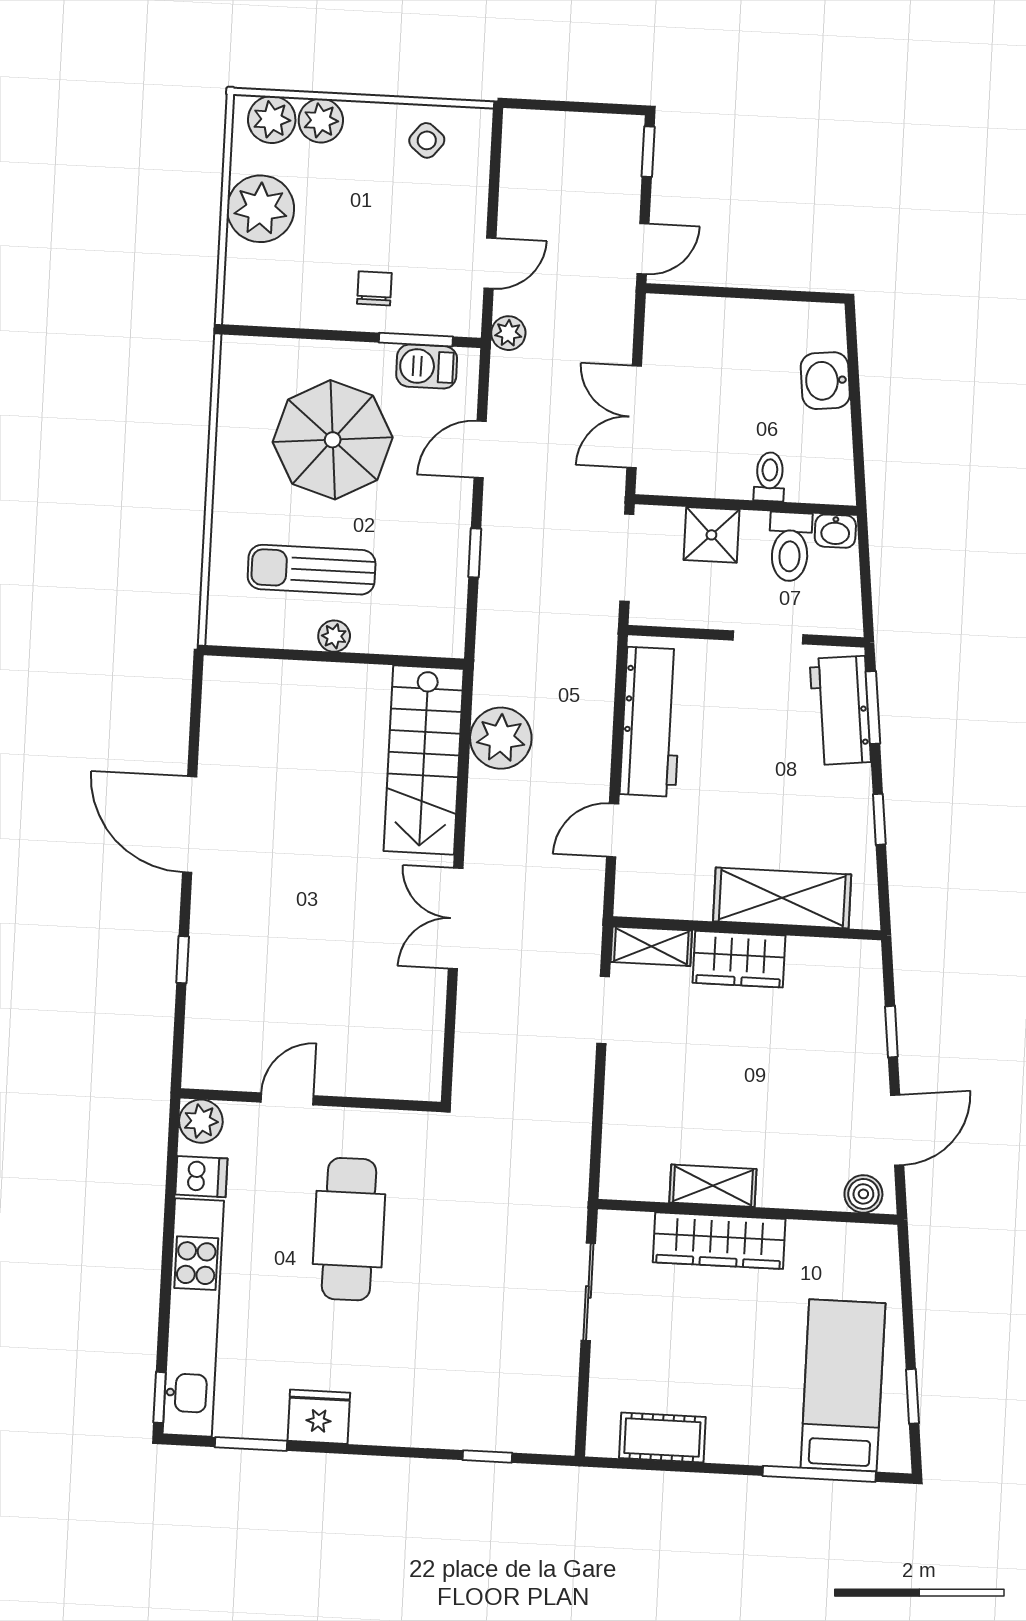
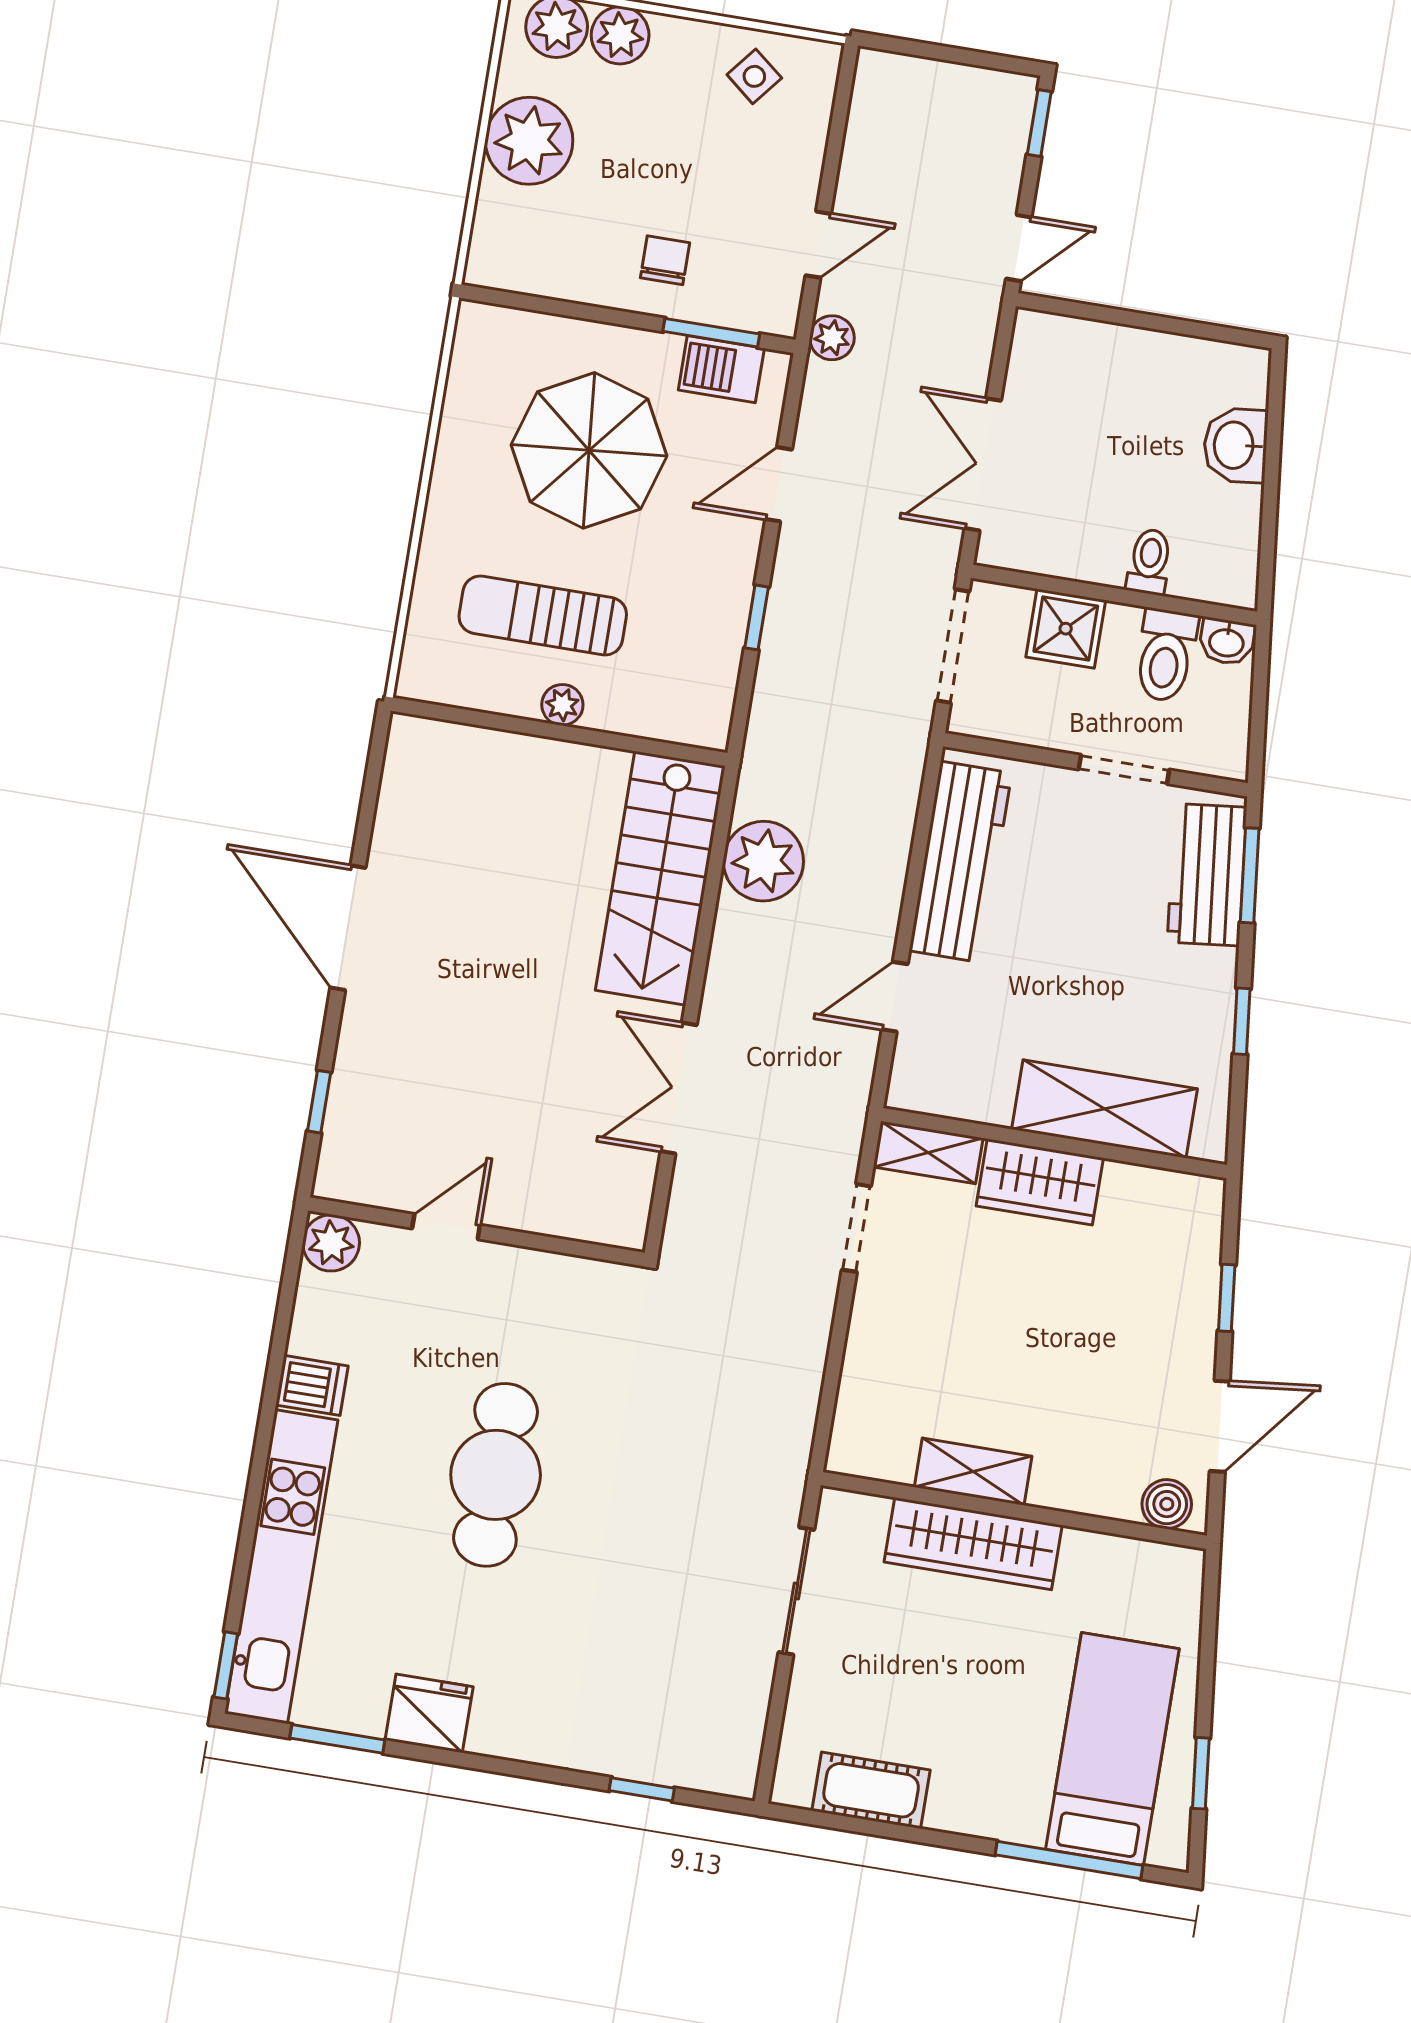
door: (287, 1099) -> (446, 1227), moved
wall: (311, 1100) -> (476, 1232), moved
plant: (201, 1121) -> (331, 1243), moved

